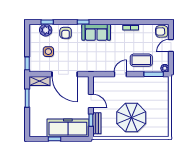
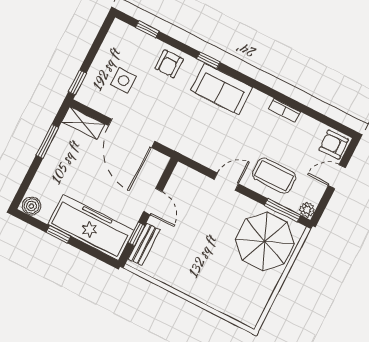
plant: (46, 30) -> (138, 42), removed
parasol: (131, 118) -> (265, 241), moved
boiler: (35, 132) -> (31, 206), added

